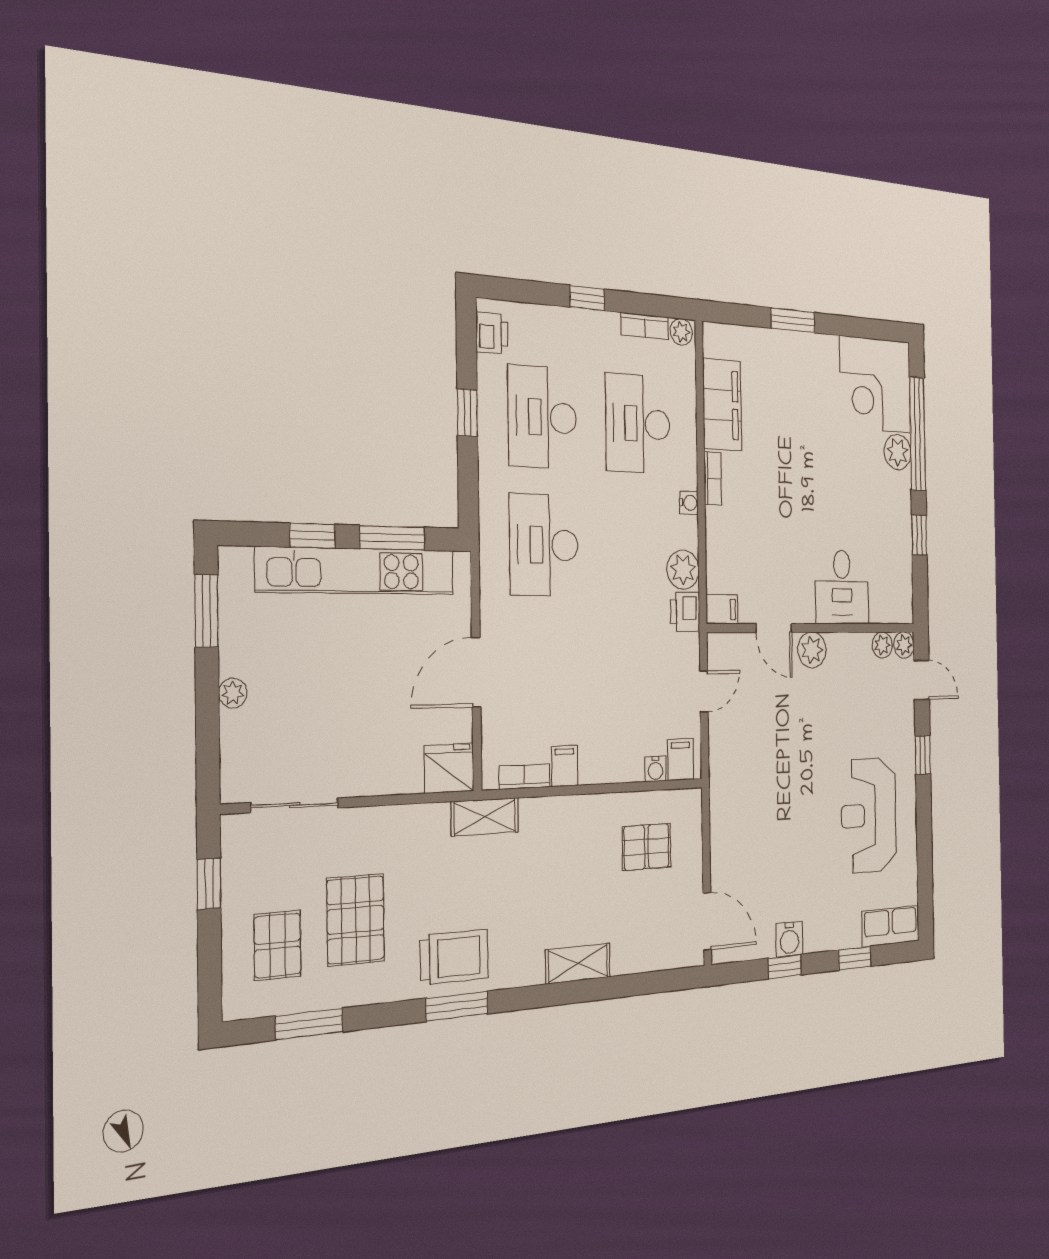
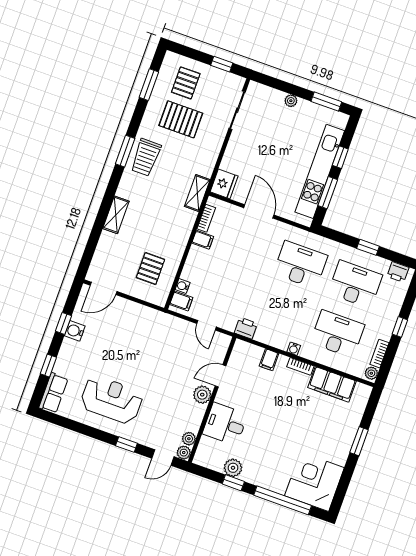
plant: (898, 452) -> (233, 468), moved
plant: (683, 570) -> (265, 334), removed
filing cabinet: (722, 609) -> (269, 360), moved
pallet: (277, 945) -> (186, 83), turned 90

